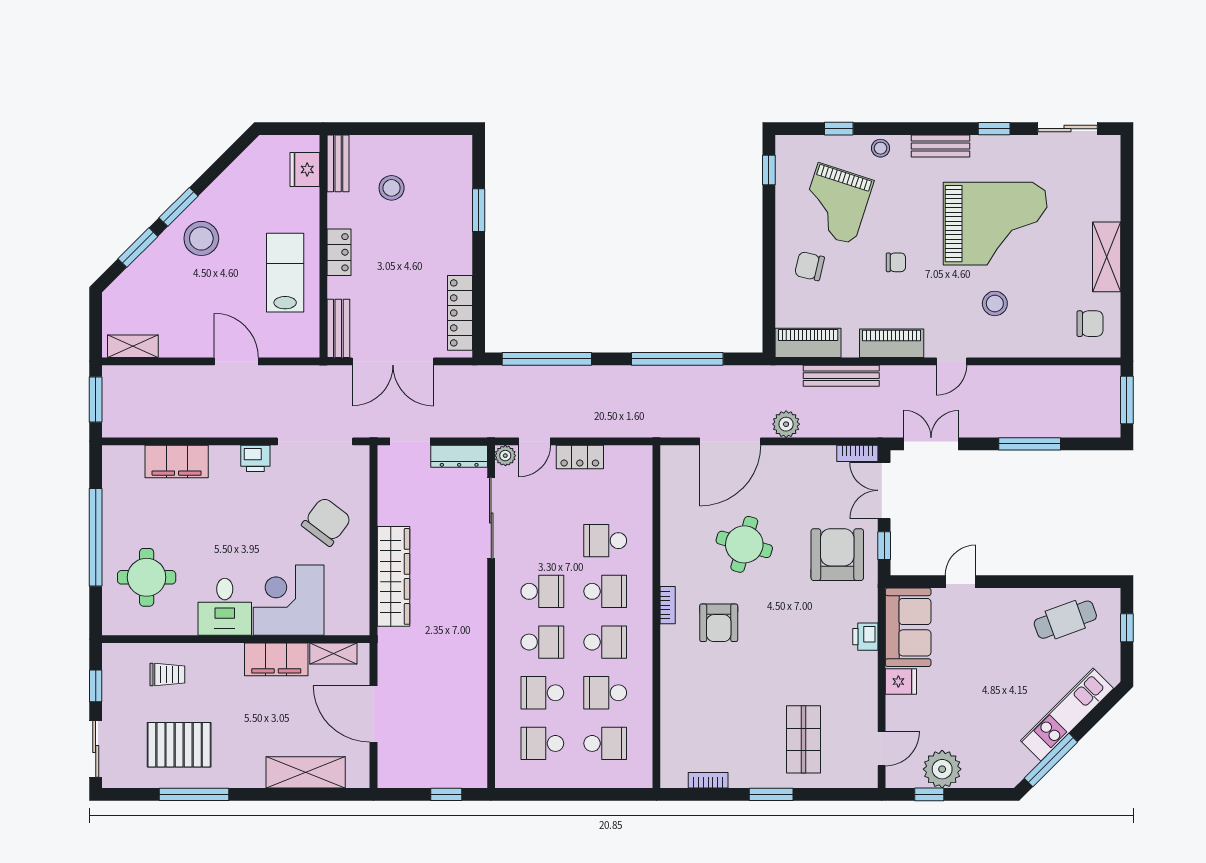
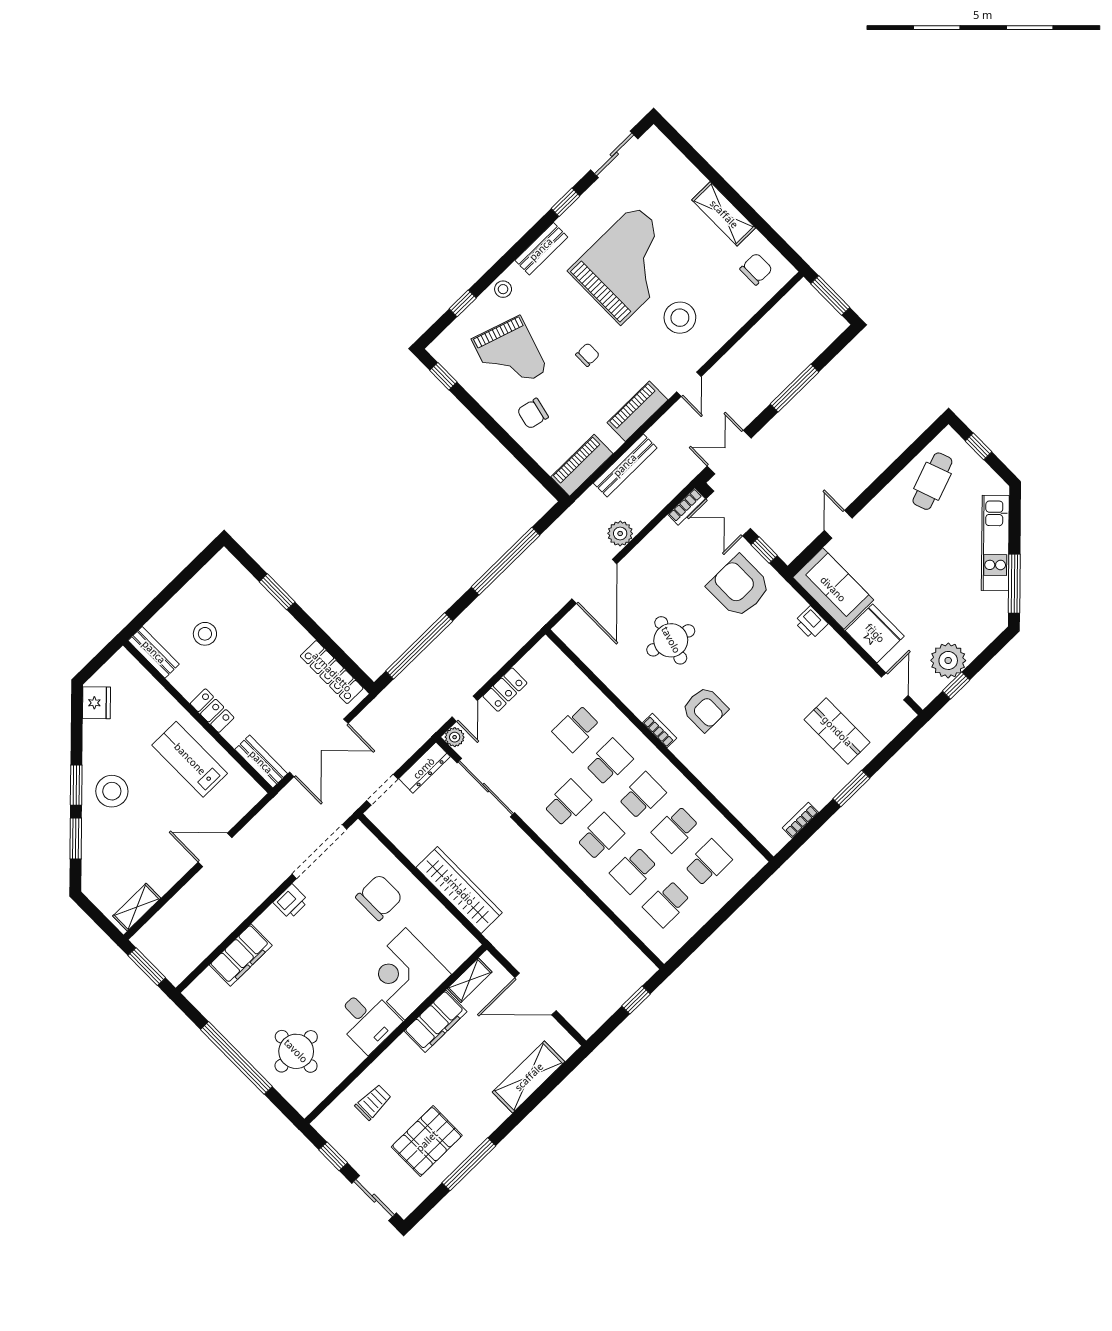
fridge: (305, 169) -> (97, 703), moved, turned -135
stool: (995, 303) -> (680, 318), width x1.38, depth x1.38
chair: (326, 522) -> (379, 897), turned 53
fridge: (901, 682) -> (875, 633), width x1.88, depth x1.34

